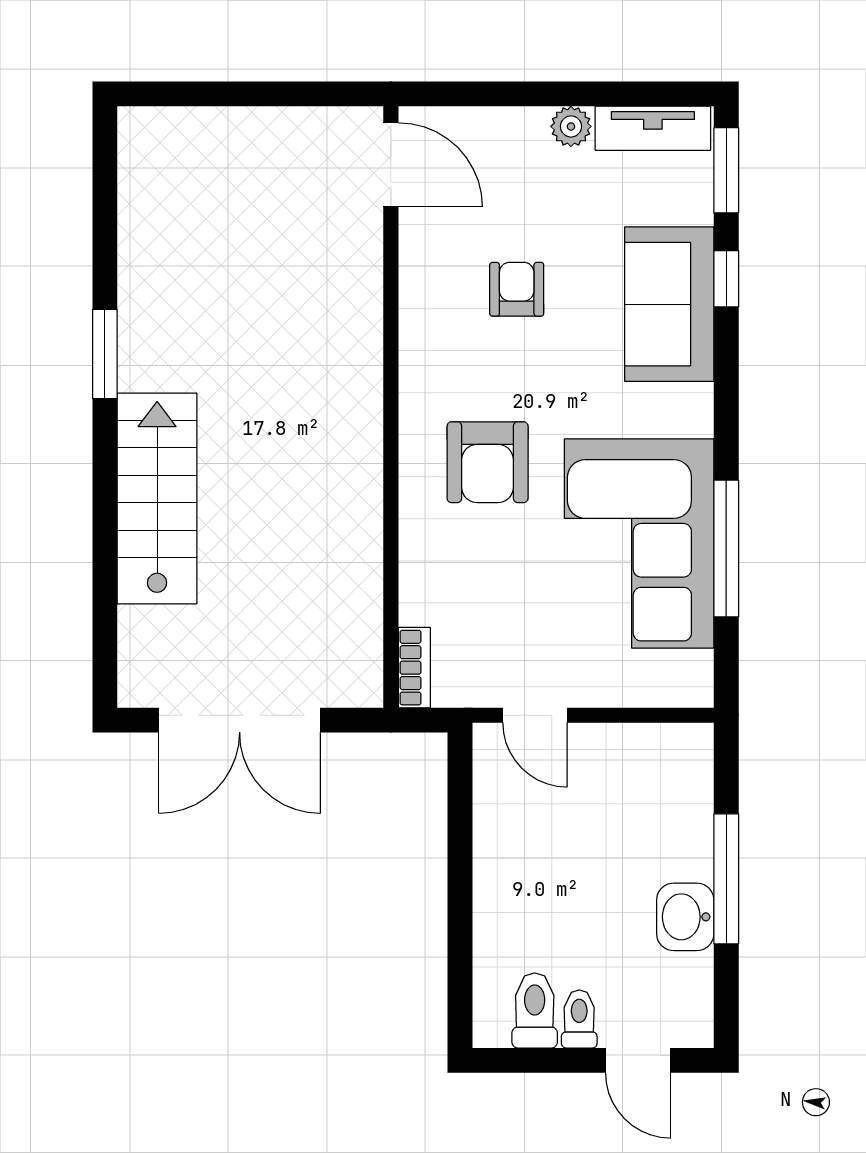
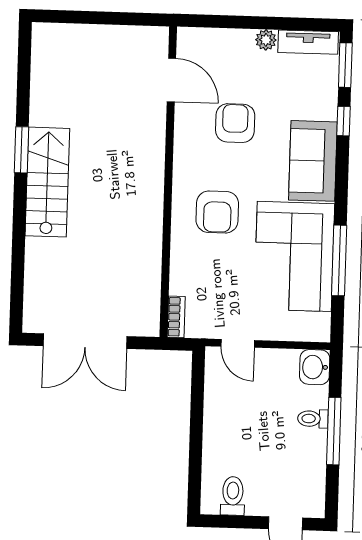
door: (391, 165) -> (171, 80), moved
armchair: (517, 289) -> (235, 123), width x1.38, depth x1.38
sofa: (669, 304) -> (313, 161), moved
stairs: (157, 498) -> (47, 182), moved
washbasin: (685, 917) -> (315, 367), moved
toilet: (579, 1019) -> (313, 419), moved, turned -90

